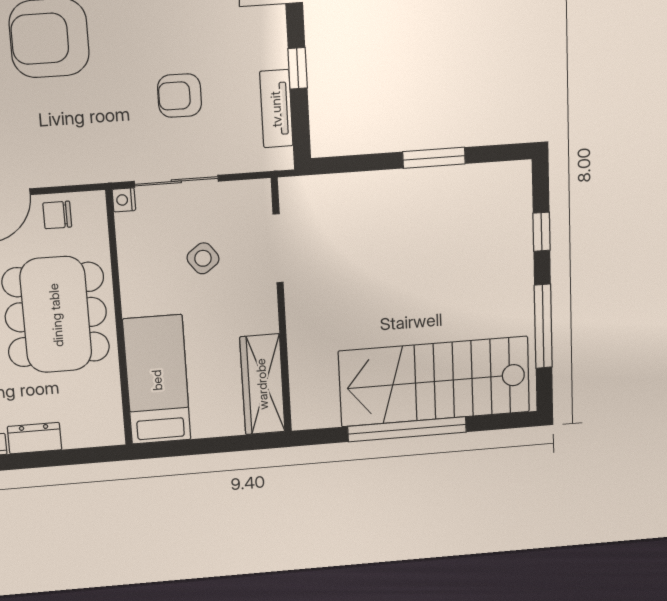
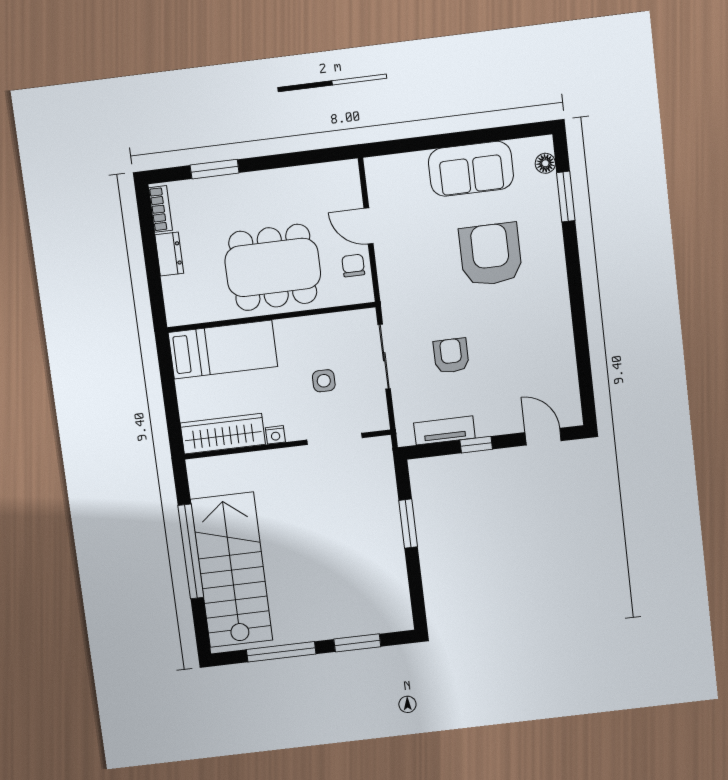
window: (434, 158) -> (408, 524), moved
nightstand: (124, 200) -> (275, 435), moved, turned 180
window: (541, 232) -> (357, 643), width x1.50
side table: (203, 258) -> (324, 381), turned 36

